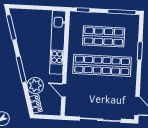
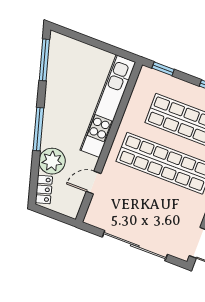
door: (64, 90) -> (94, 183), hinge flipped

